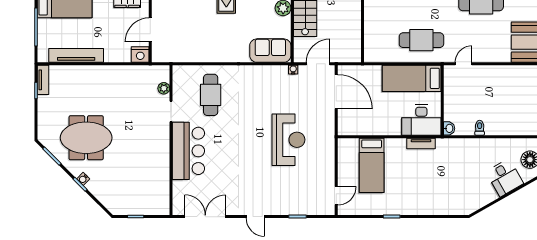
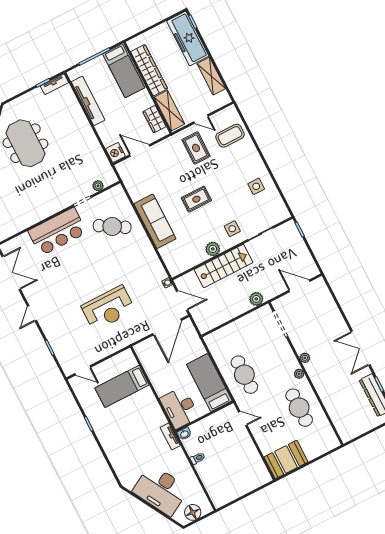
sofa: (270, 51) -> (155, 221), moved, width x1.36
cafe table: (211, 95) -> (112, 226), turned 31
tv unit: (421, 144) -> (170, 437), moved
desk: (505, 178) -> (161, 490), width x1.87, depth x1.30

